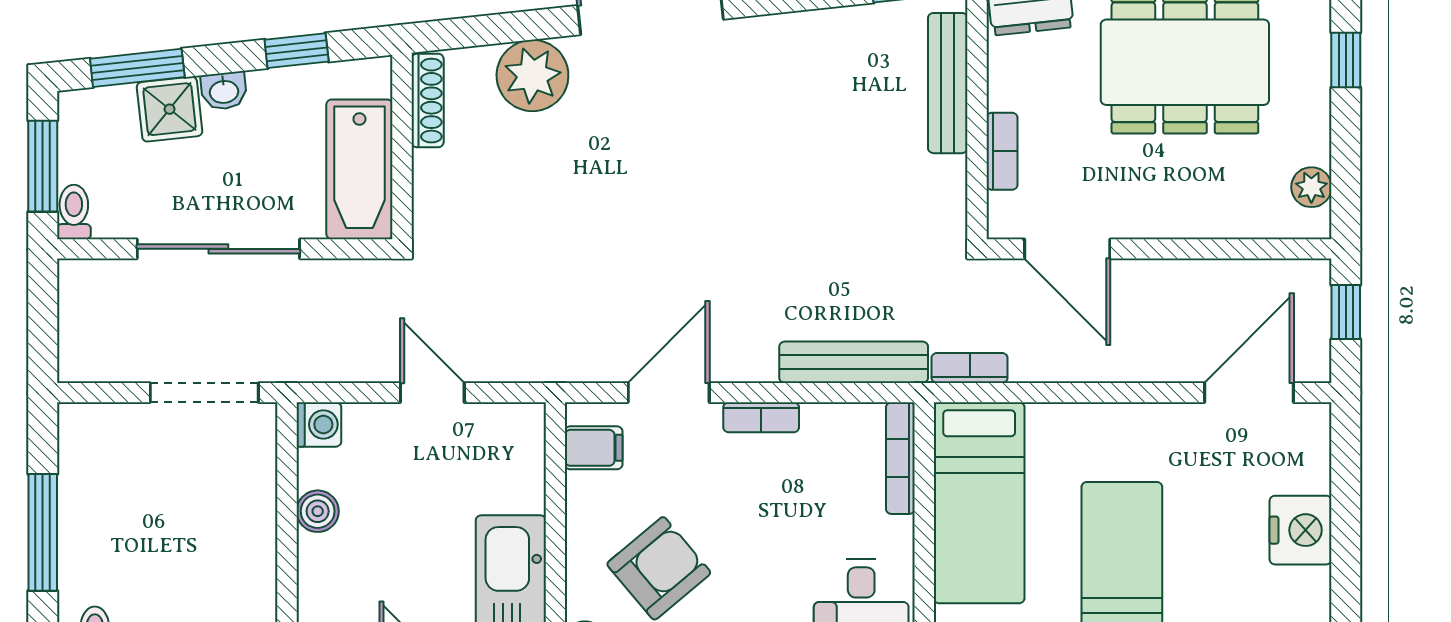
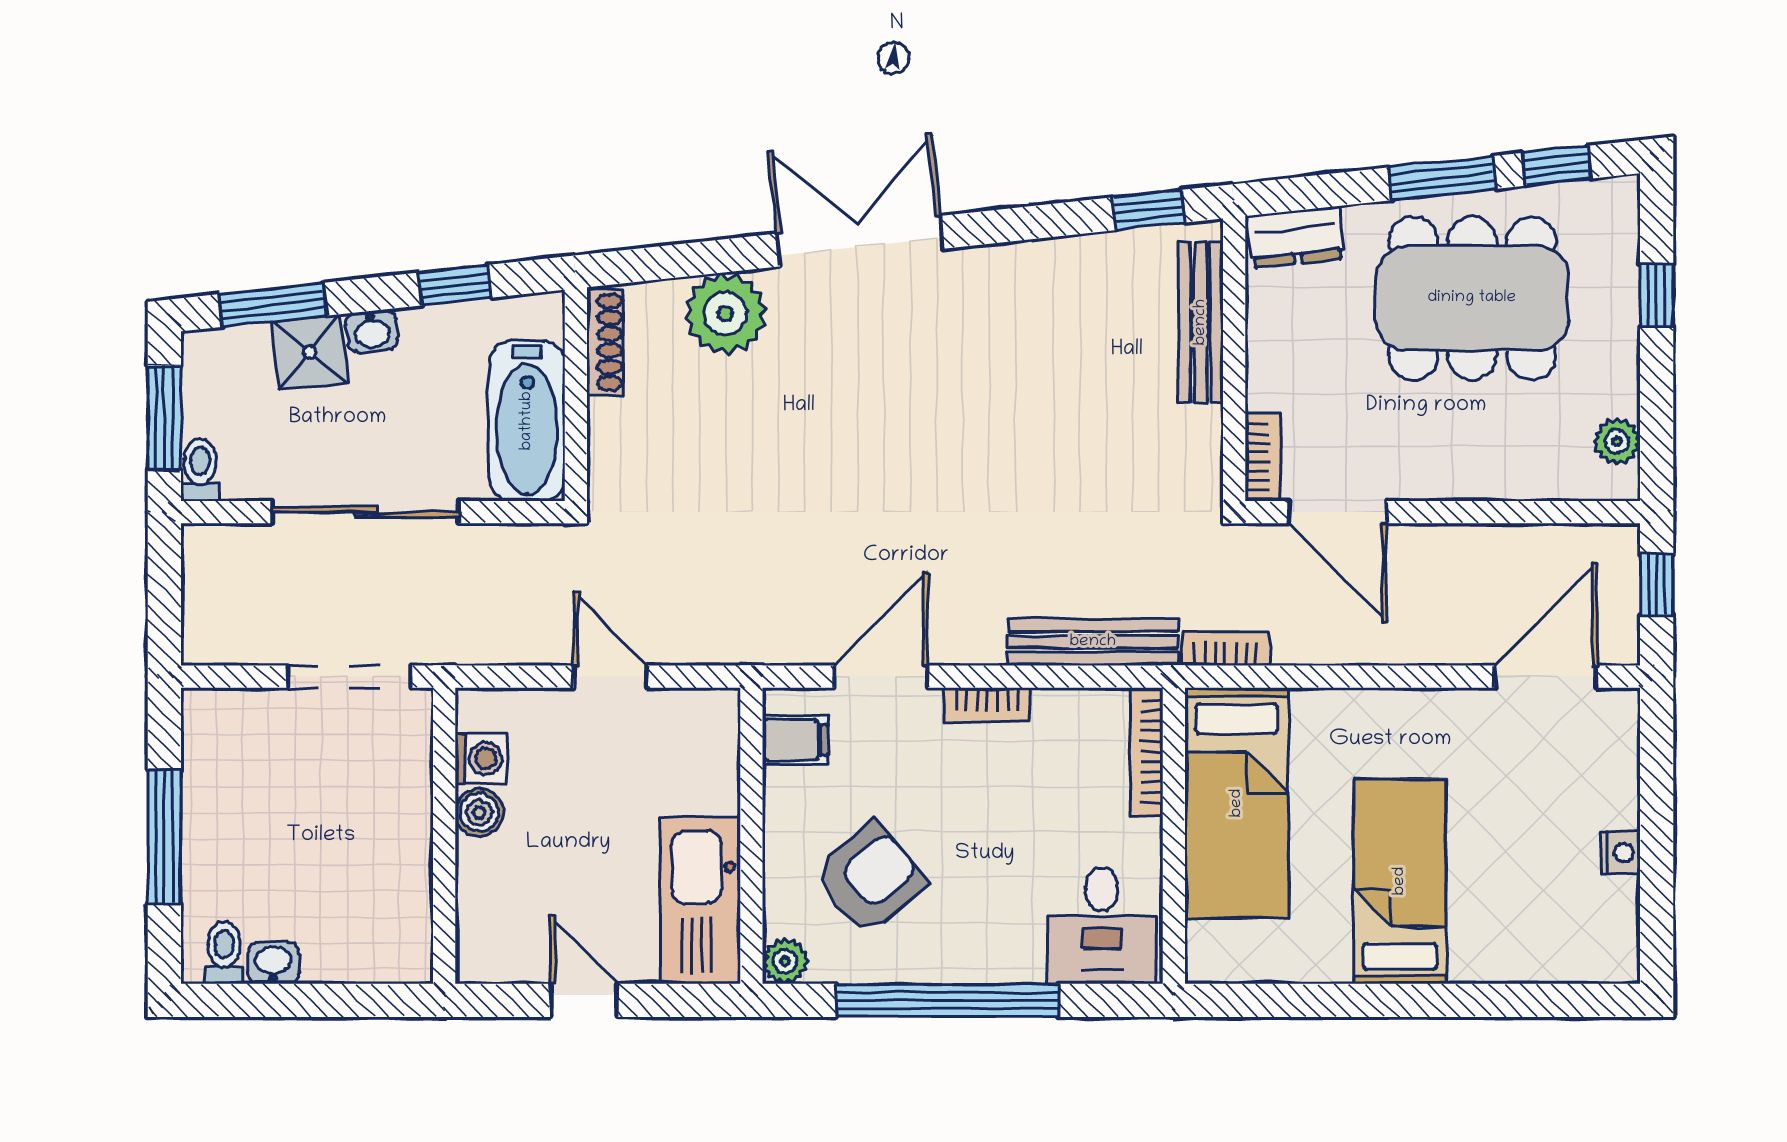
bookcase: (1002, 151) -> (1263, 457), moved
washing machine: (319, 424) -> (481, 759), moved
nightstand: (1301, 530) -> (1620, 853), width x0.53, depth x0.56

